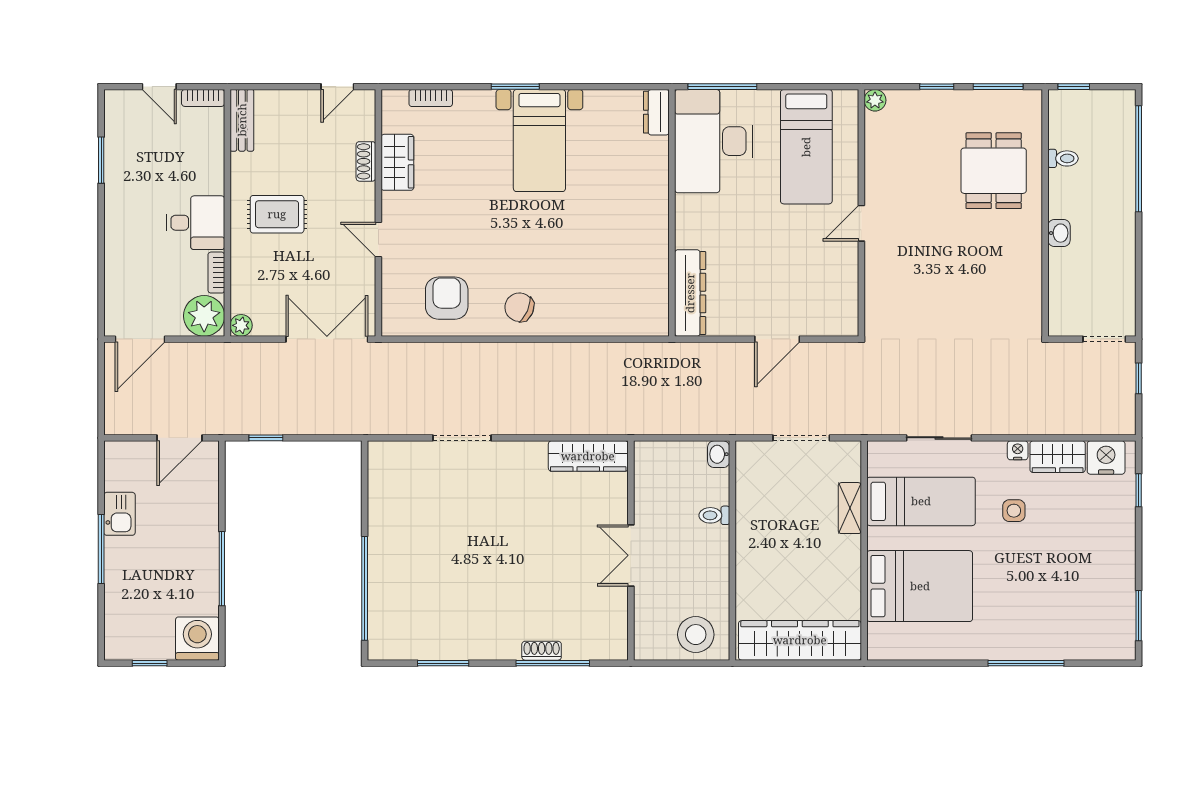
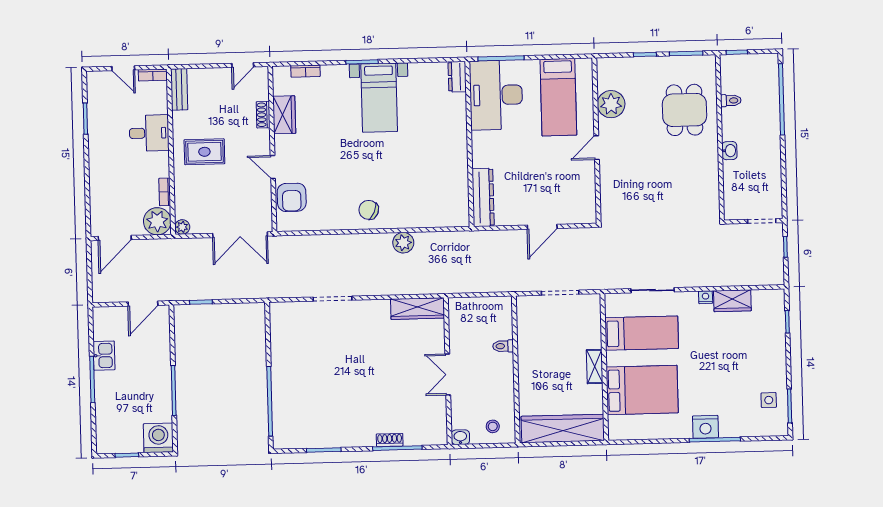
plant: (875, 100) -> (611, 104), moved, width x1.87, depth x1.87
desk: (195, 223) -> (149, 133), moved
armchair: (447, 298) -> (292, 197), moved, turned 180
double door: (327, 339) -> (240, 235), swing flipped
plant: (570, 357) -> (403, 243), added
washbasin: (719, 454) -> (460, 437), moved, turned 90
nightstand: (1106, 458) -> (705, 427), moved, turned 180
shelving: (850, 508) -> (595, 366), moved
side table: (1014, 511) -> (769, 400), moved
stool: (696, 635) -> (493, 426), width x0.53, depth x0.53

